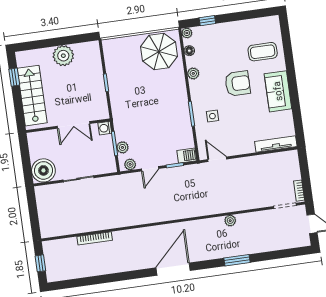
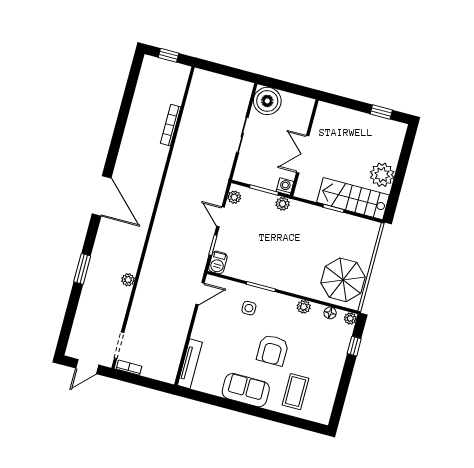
stairs: (32, 96) -> (353, 199), moved, turned 180
plant: (122, 147) -> (283, 204), moved

